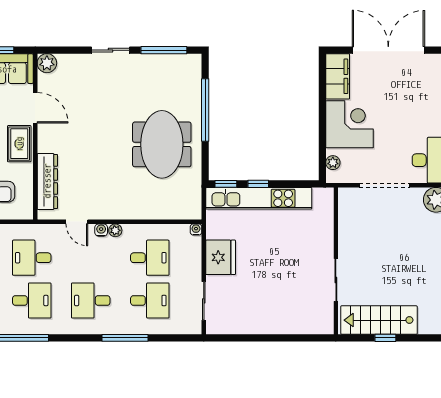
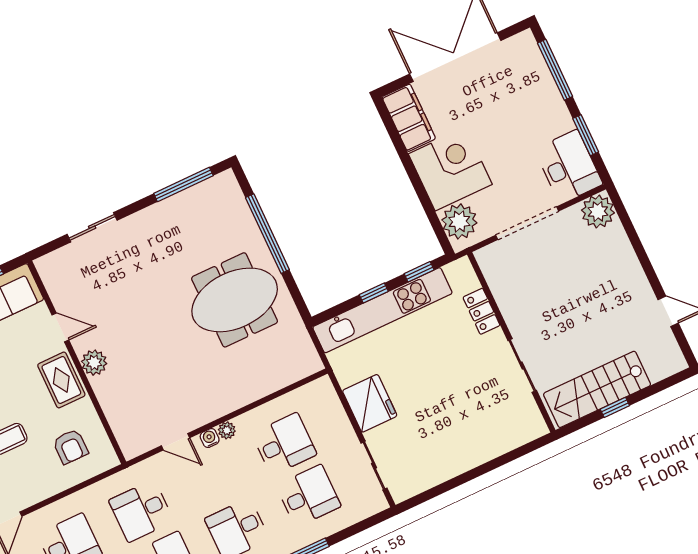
sliding door: (111, 50) -> (92, 227), moved
plant: (47, 63) -> (94, 363), moved
door: (35, 108) -> (60, 327), width x0.73
meeting table: (162, 144) -> (235, 300), turned 90
plant: (333, 163) -> (459, 221), width x1.87, depth x1.87
dresser: (47, 181) -> (117, 410), removed
window: (226, 184) -> (419, 272), moved
water cooler: (196, 230) -> (324, 384), removed
locker: (325, 230) -> (481, 311), added

